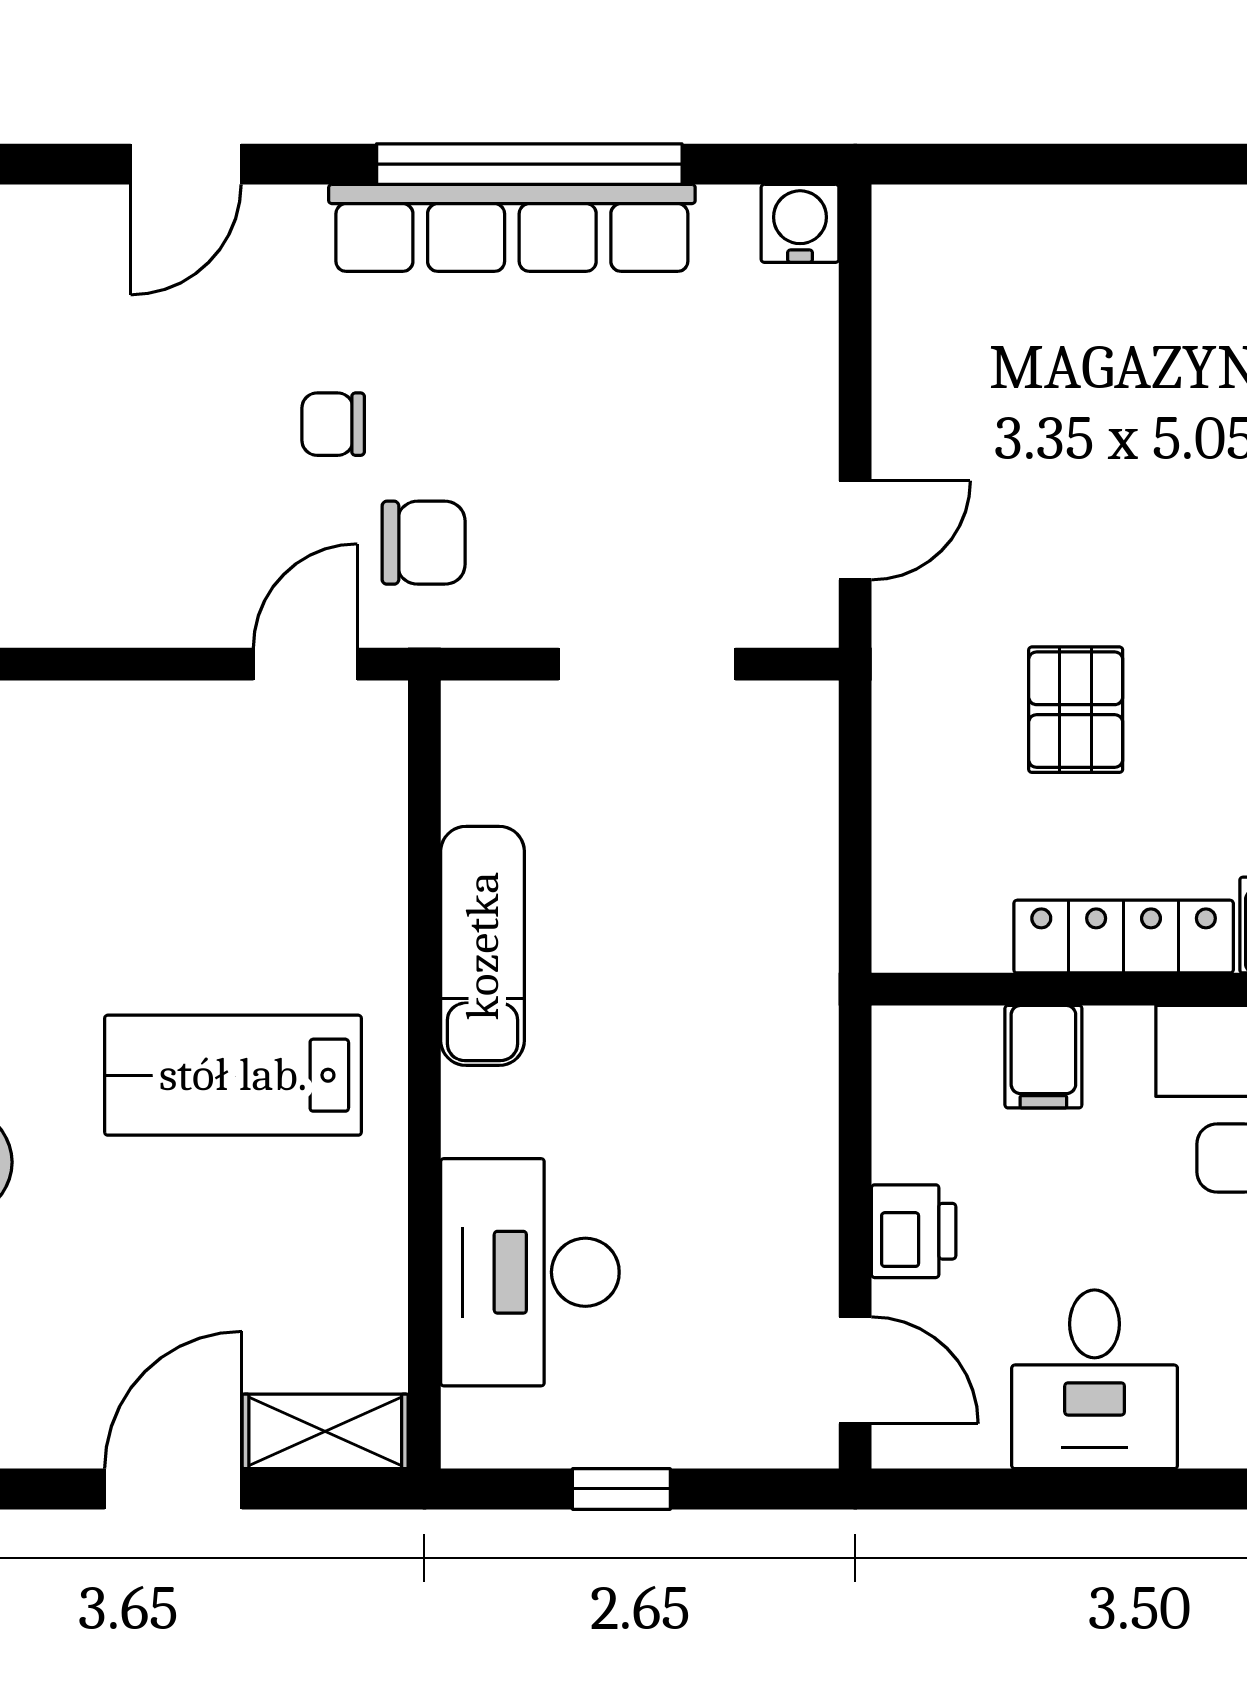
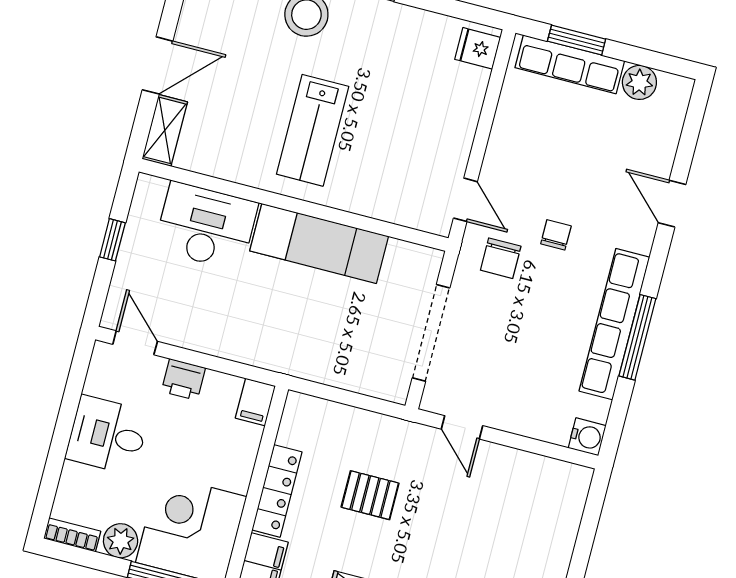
window: (529, 164) -> (637, 337), width x0.68
doorway: (647, 664) -> (431, 333), width x1.36
exam couch: (483, 946) -> (319, 243), width x1.36, depth x1.45
filing cabinet: (1043, 1057) -> (255, 402), moved, turned -90
lab bench: (233, 1075) -> (313, 130), turned 180
door: (855, 1370) -> (135, 343), swing flipped
door: (173, 1489) -> (158, 65), hinge flipped

